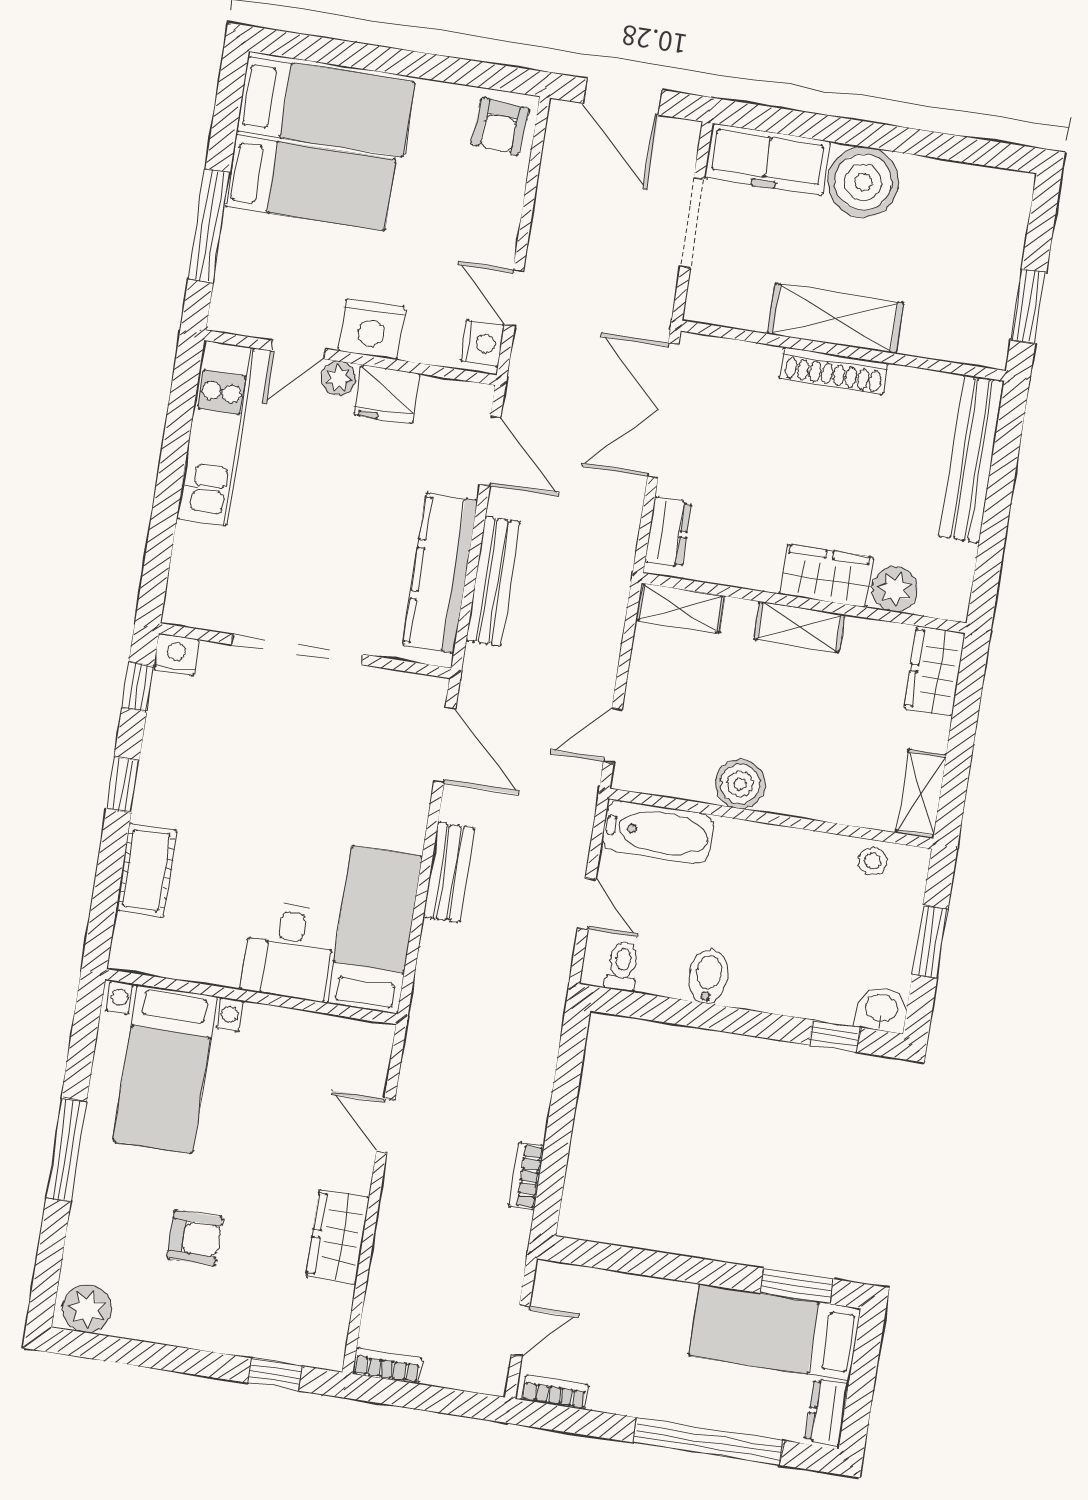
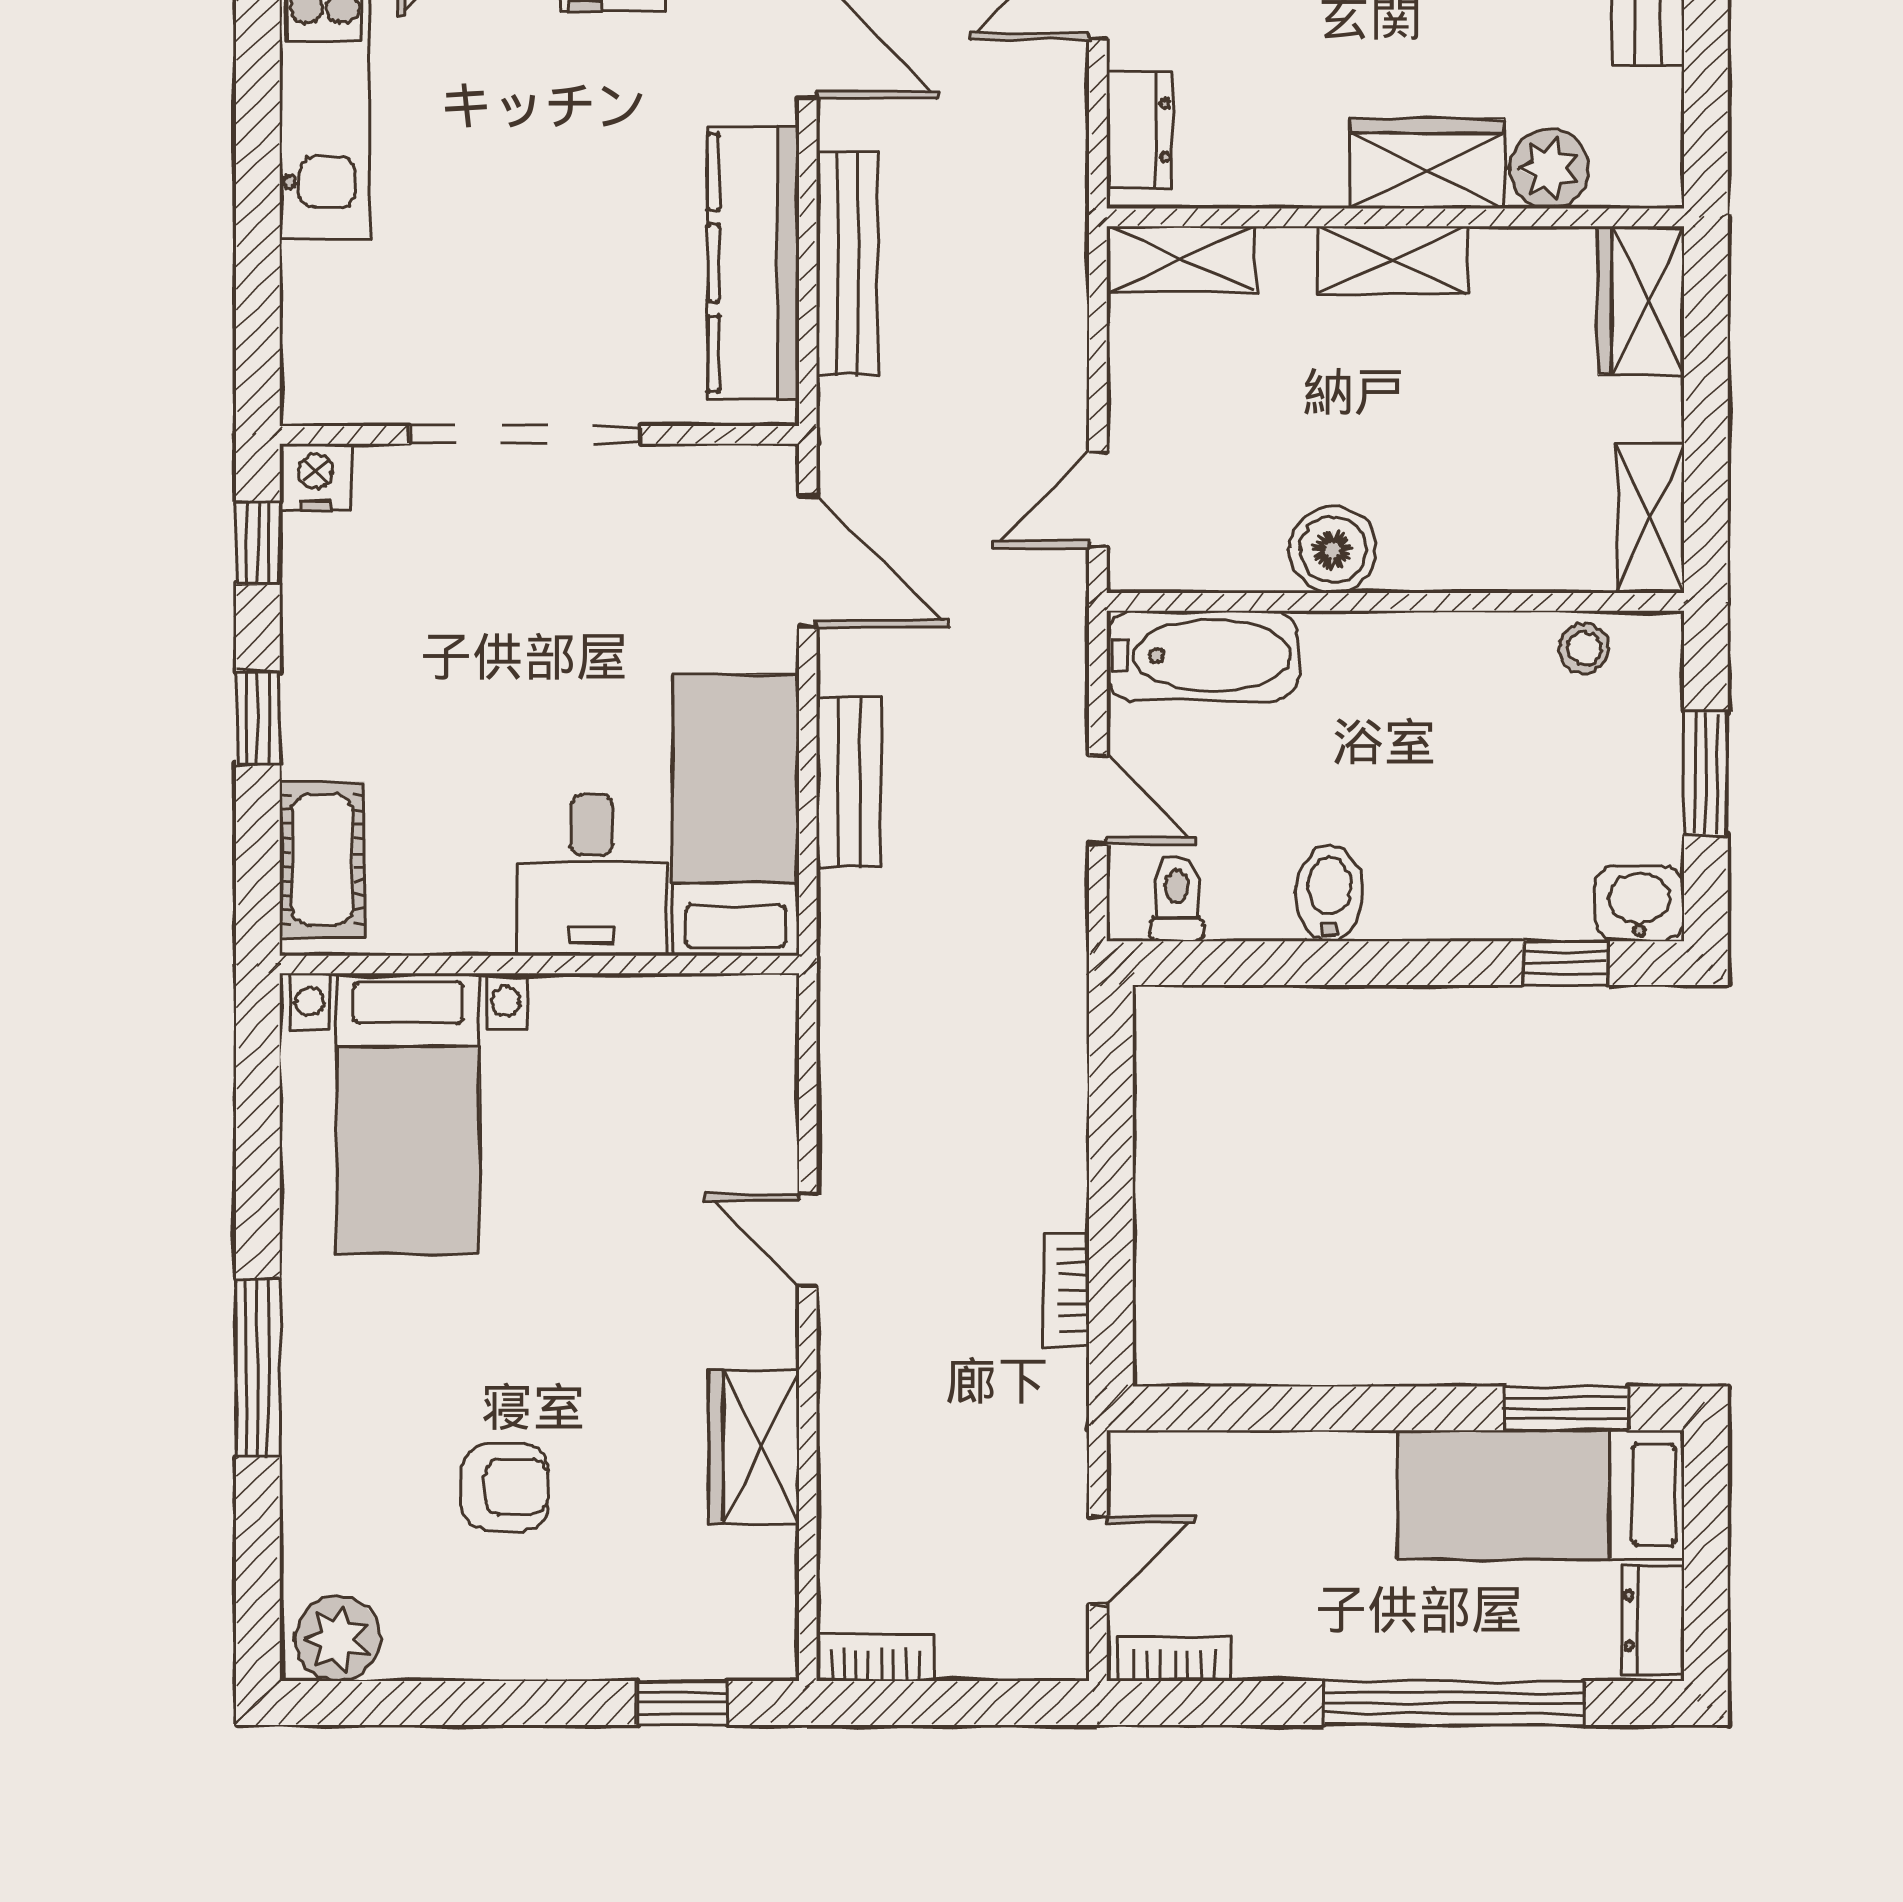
bed: (375, 930) -> (736, 815), moved
desk: (289, 951) -> (592, 875), moved
wall: (252, 997) -> (539, 965), moved
bed with nightstands: (165, 1069) -> (408, 1113), moved

